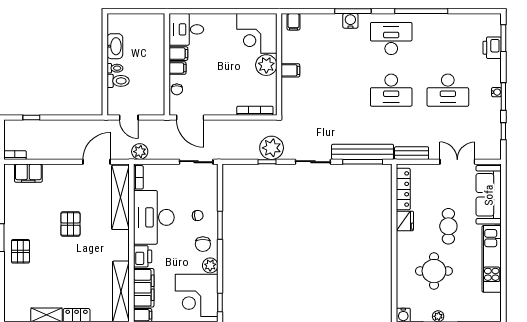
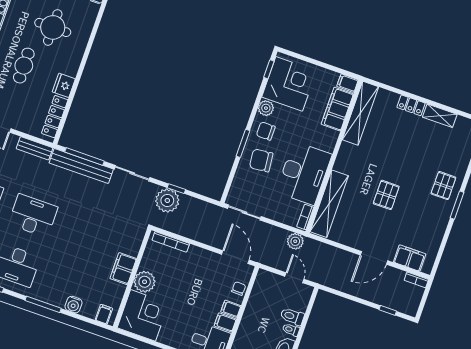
water cooler: (350, 21) -> (74, 305), moved
filing cabinet: (290, 70) -> (123, 269), width x2.00
door: (97, 162) -> (374, 258), moved
chair: (198, 215) -> (261, 160), width x1.87, depth x1.87
chair: (203, 244) -> (266, 131), turned -90
printer: (143, 256) -> (328, 140), removed

